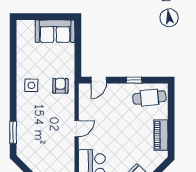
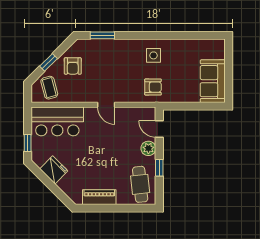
plant: (116, 90) -> (148, 148), added
armchair: (41, 159) -> (73, 66), added

